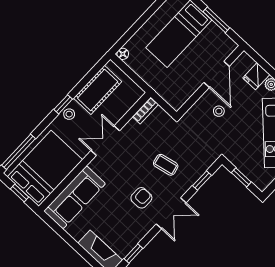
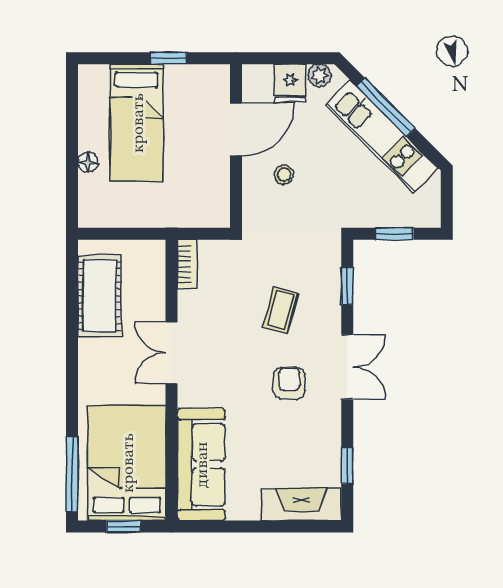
window: (216, 20) -> (169, 58), width x0.67
floor lamp: (123, 54) -> (88, 162), moved
door: (217, 74) -> (236, 129), hinge flipped
window: (63, 104) -> (72, 357), removed
stool: (69, 114) -> (92, 362), removed
coffee table: (166, 165) -> (280, 310), turned -63

